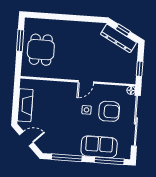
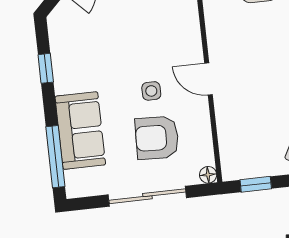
armchair: (109, 111) -> (157, 138), turned 92
sliding door: (136, 121) -> (147, 196), width x0.73
window: (67, 158) -> (46, 68), width x0.46

